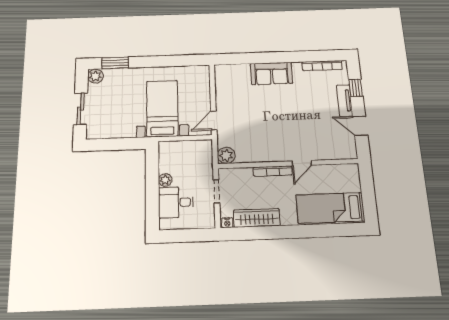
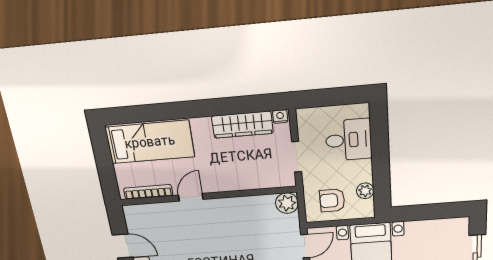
armchair: (191, 156) -> (332, 200), added
bookcase: (273, 171) -> (148, 192), moved
plant: (165, 180) -> (365, 191), moved

